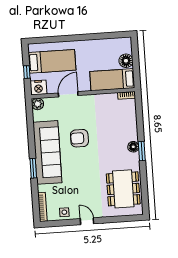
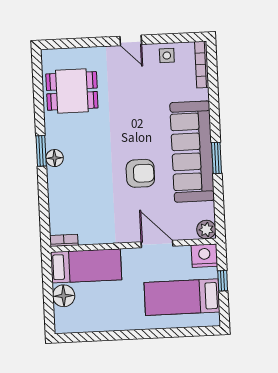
door: (68, 94) -> (157, 244), swing flipped
window: (33, 168) -> (217, 158), moved
dining table: (123, 189) -> (72, 91), width x0.73

